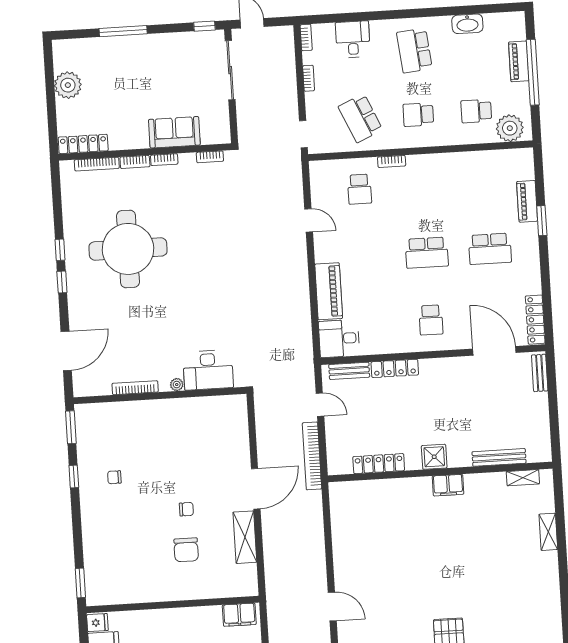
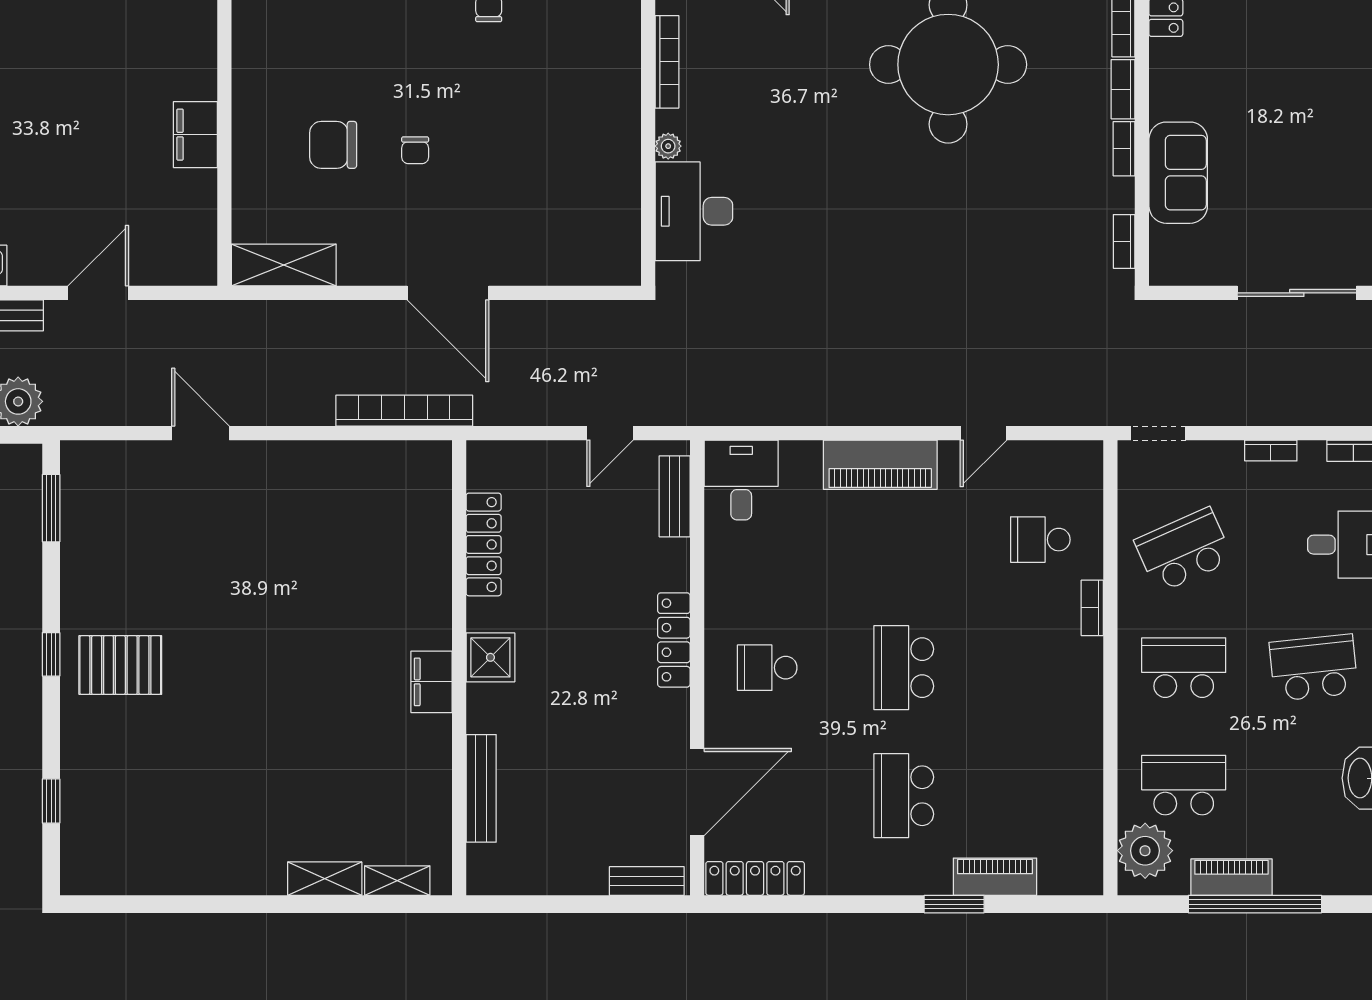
piano: (519, 61) -> (1231, 877), moved
school desk: (476, 111) -> (1184, 785), width x1.85
school desk: (418, 115) -> (1184, 668), width x1.85
piano: (329, 291) -> (880, 465), moved
locker: (395, 368) -> (674, 640), moved
bookcase: (312, 456) -> (404, 411), moved
shelving: (523, 478) -> (397, 881), moved, turned 90
shelving: (245, 537) -> (284, 265), moved
door: (332, 606) -> (201, 433), swing flipped
filing cabinet: (239, 615) -> (195, 135), moved

